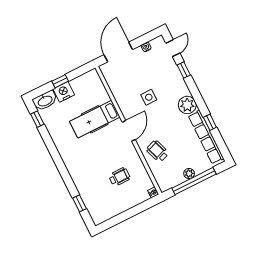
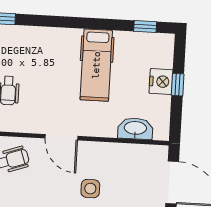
washbasin: (45, 101) -> (135, 129), moved, turned 90
hospital bed: (95, 119) -> (96, 65), moved, turned 180

